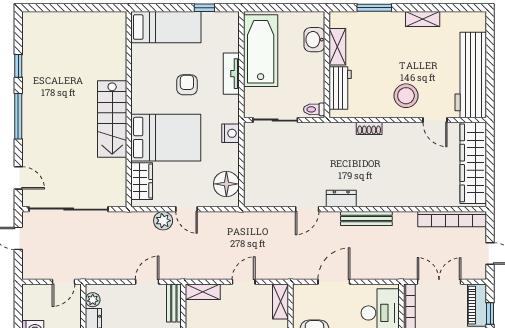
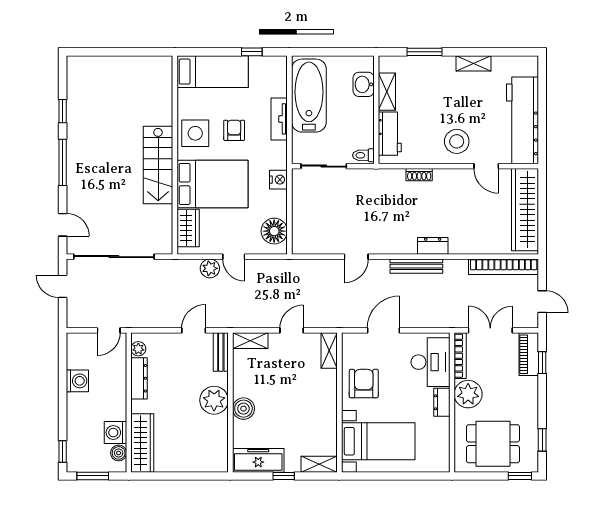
side table: (149, 88) -> (195, 133), added
dresser: (341, 199) -> (433, 246), moved

